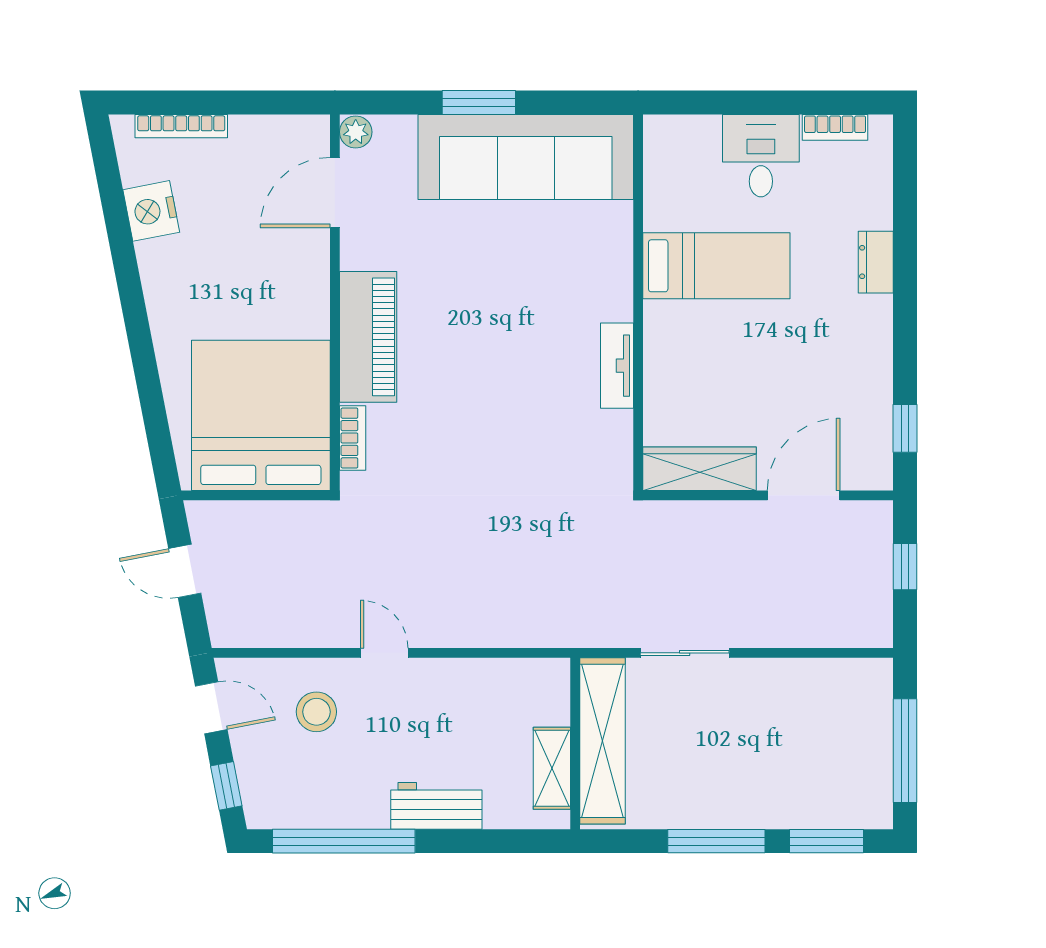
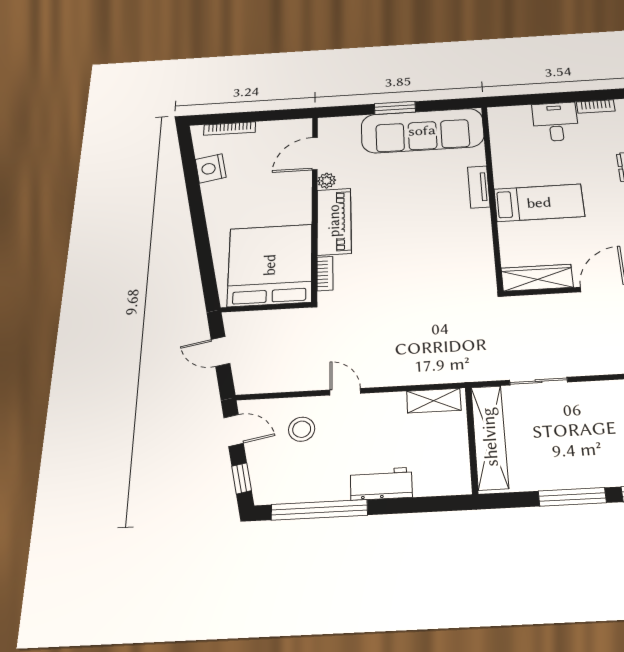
plant: (356, 132) -> (327, 181), moved
bed: (716, 266) -> (539, 203), moved
tv unit: (617, 366) -> (479, 187), moved
shelving: (552, 768) -> (434, 401), moved, turned 90

